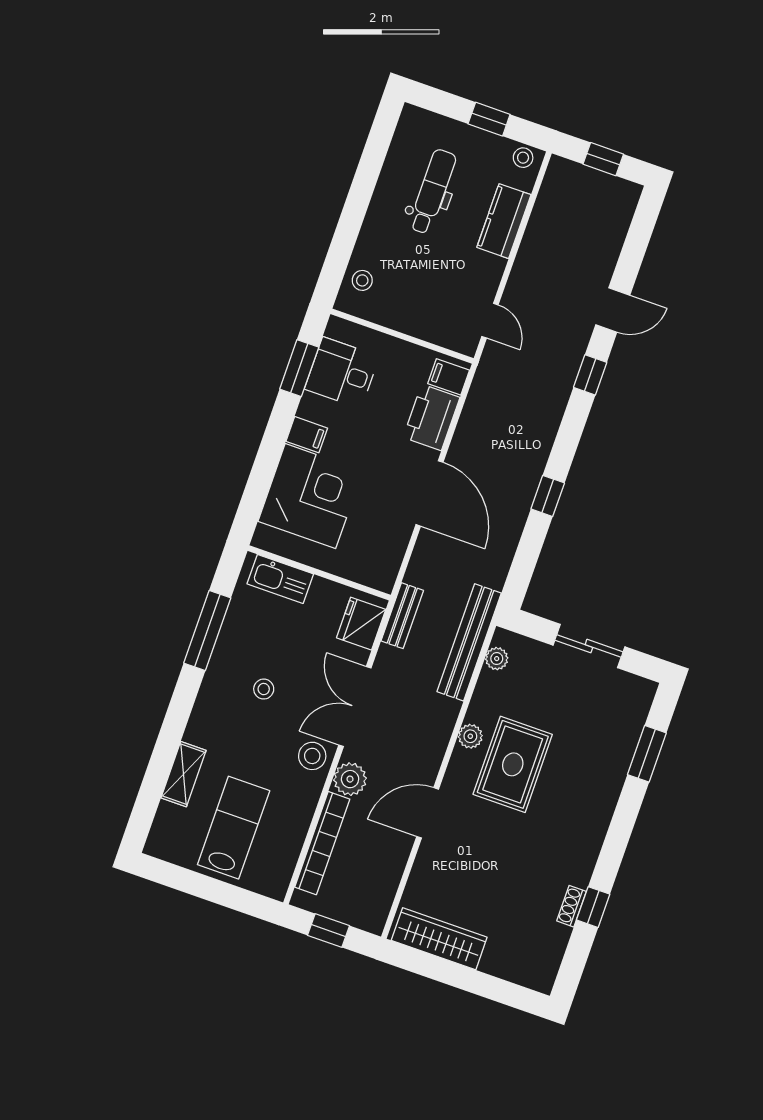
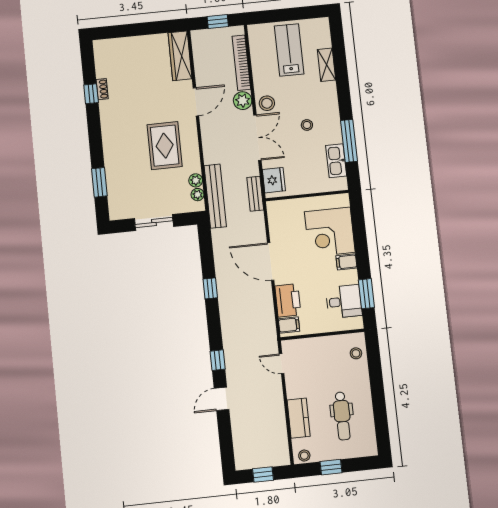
kitchen sink: (280, 579) -> (336, 161), moved, turned -90
plant: (470, 736) -> (196, 180), moved
lab bench: (234, 828) -> (289, 50), turned 180
wardrobe: (439, 939) -> (180, 56), moved, turned 90

